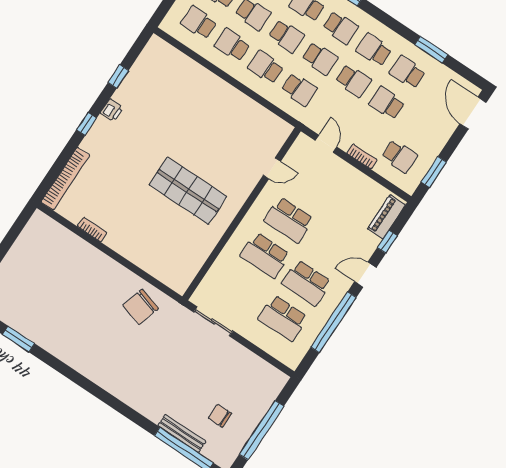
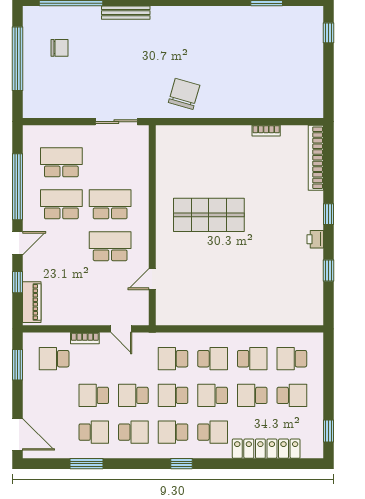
school desk: (199, 23) -> (292, 359), turned 180
school desk: (387, 103) -> (94, 395), turned 180
bench: (182, 433) -> (126, 13), moved

